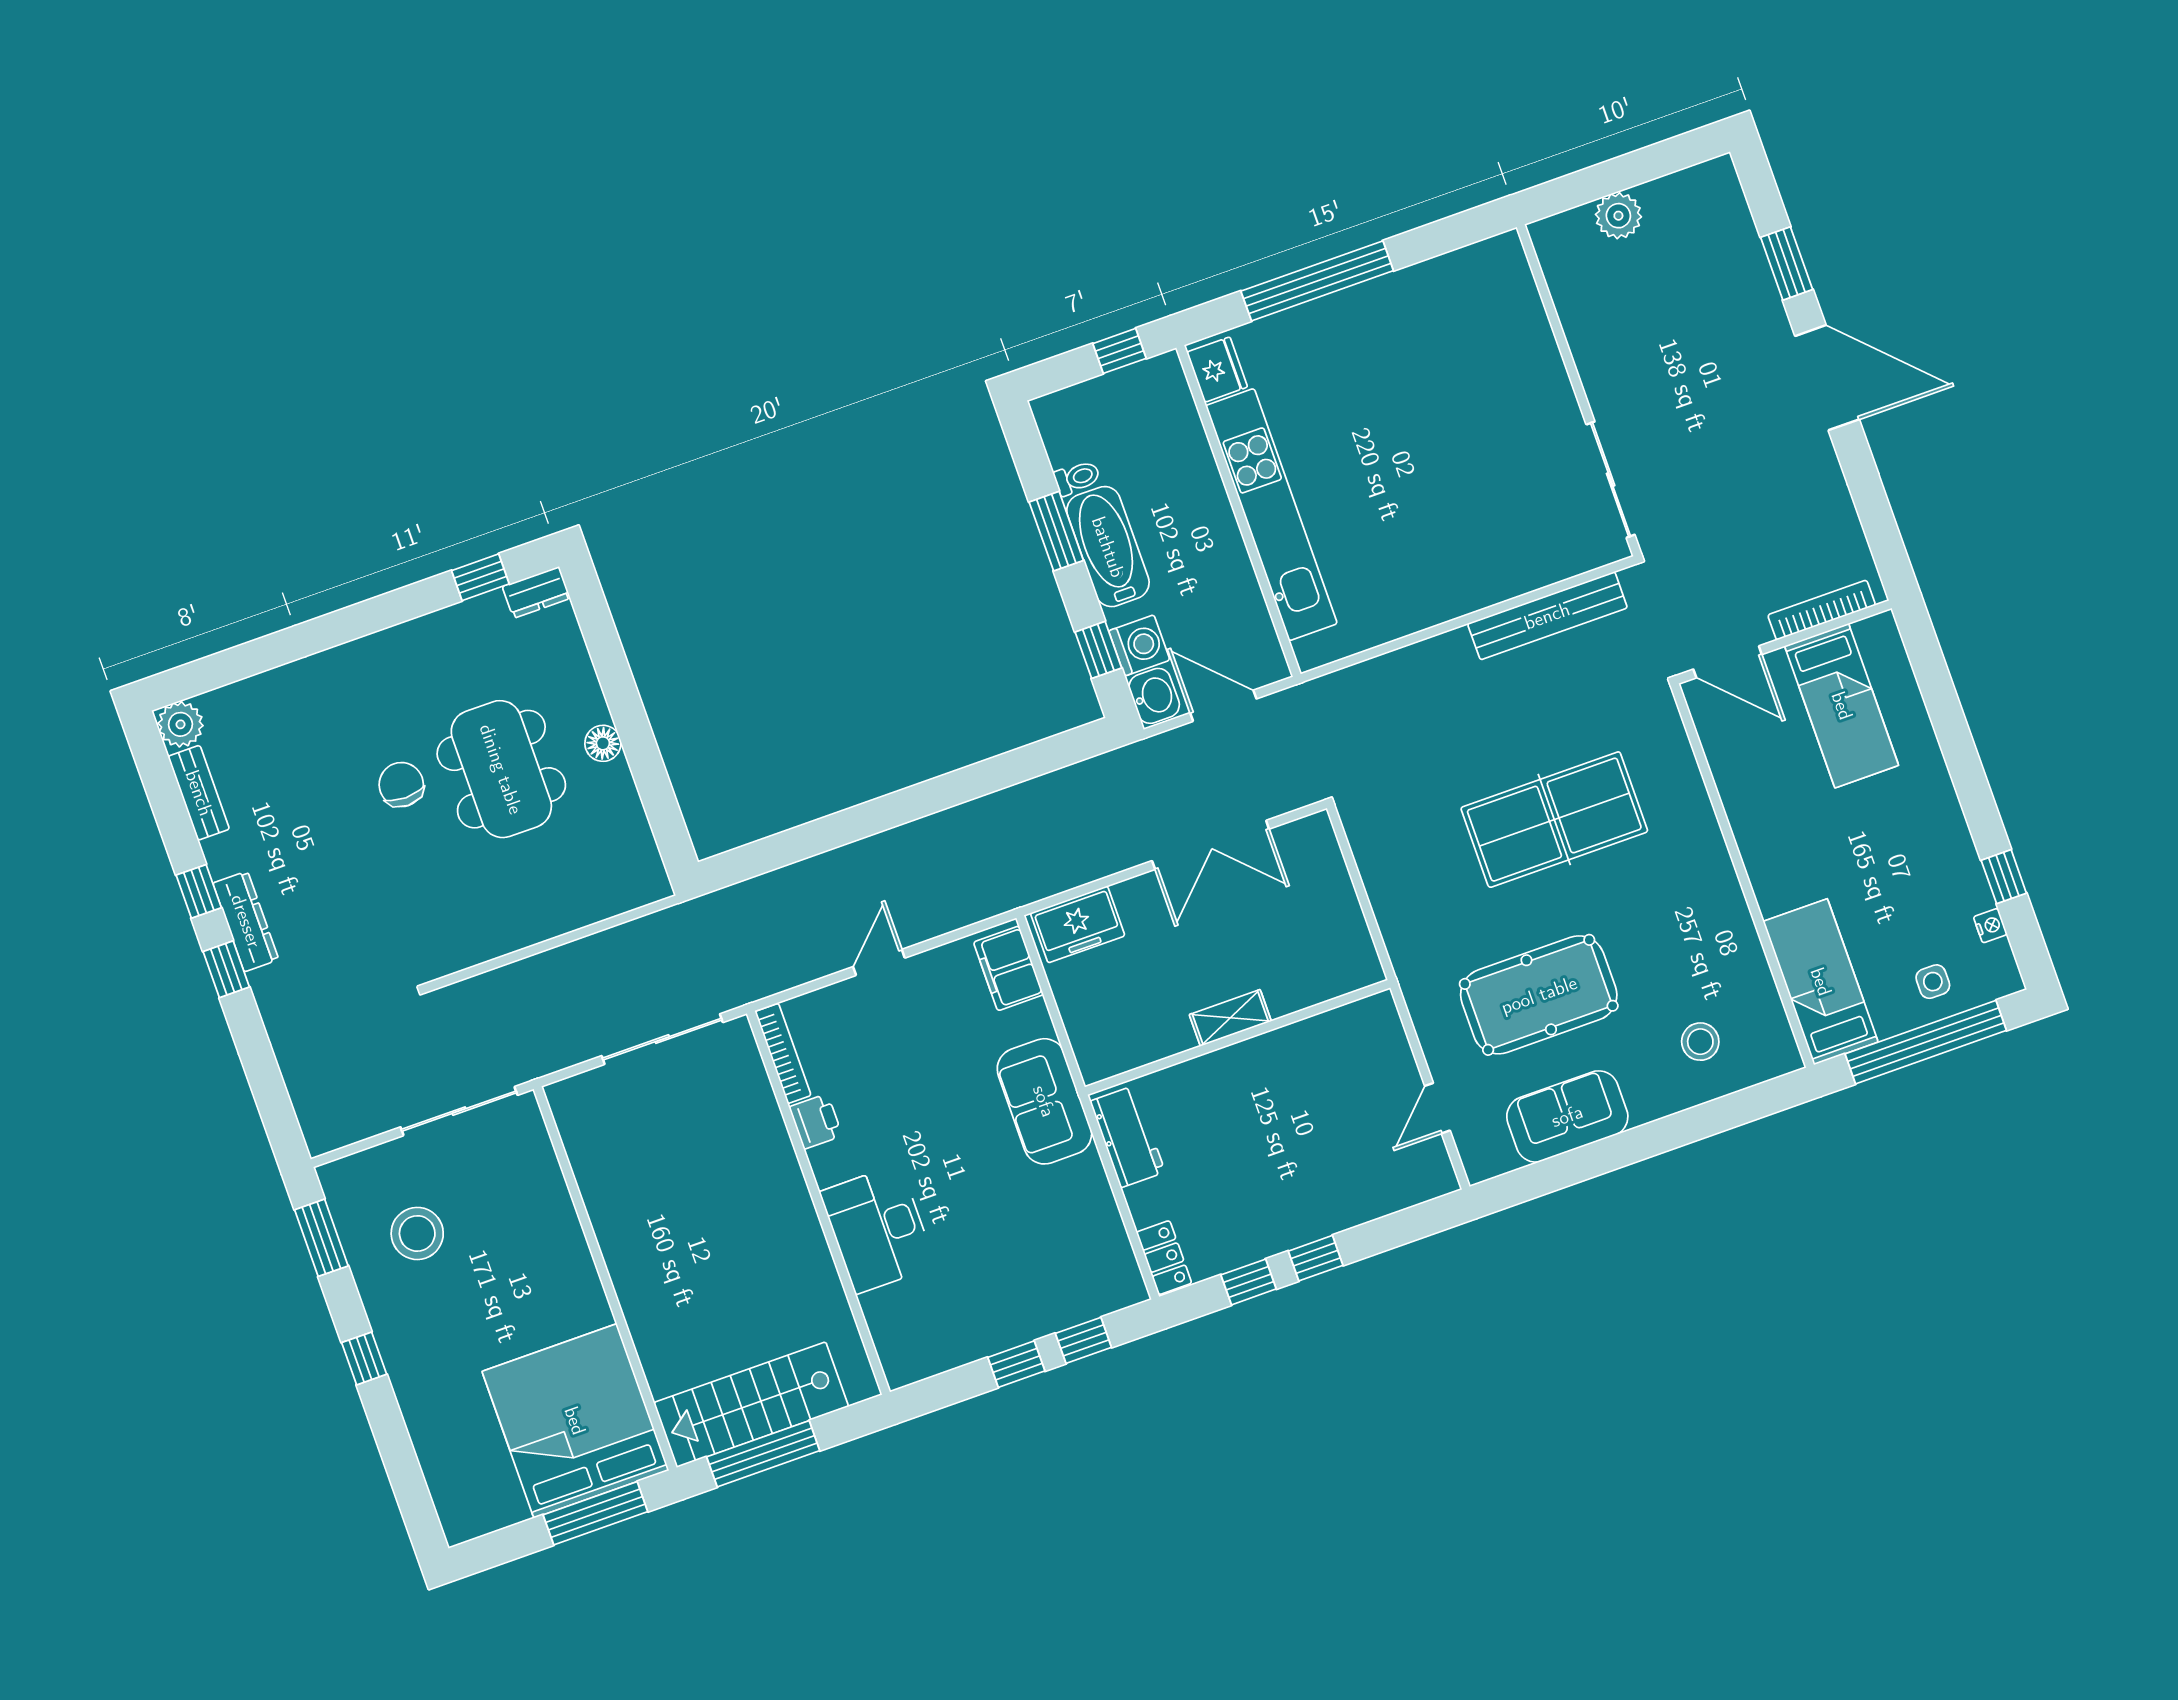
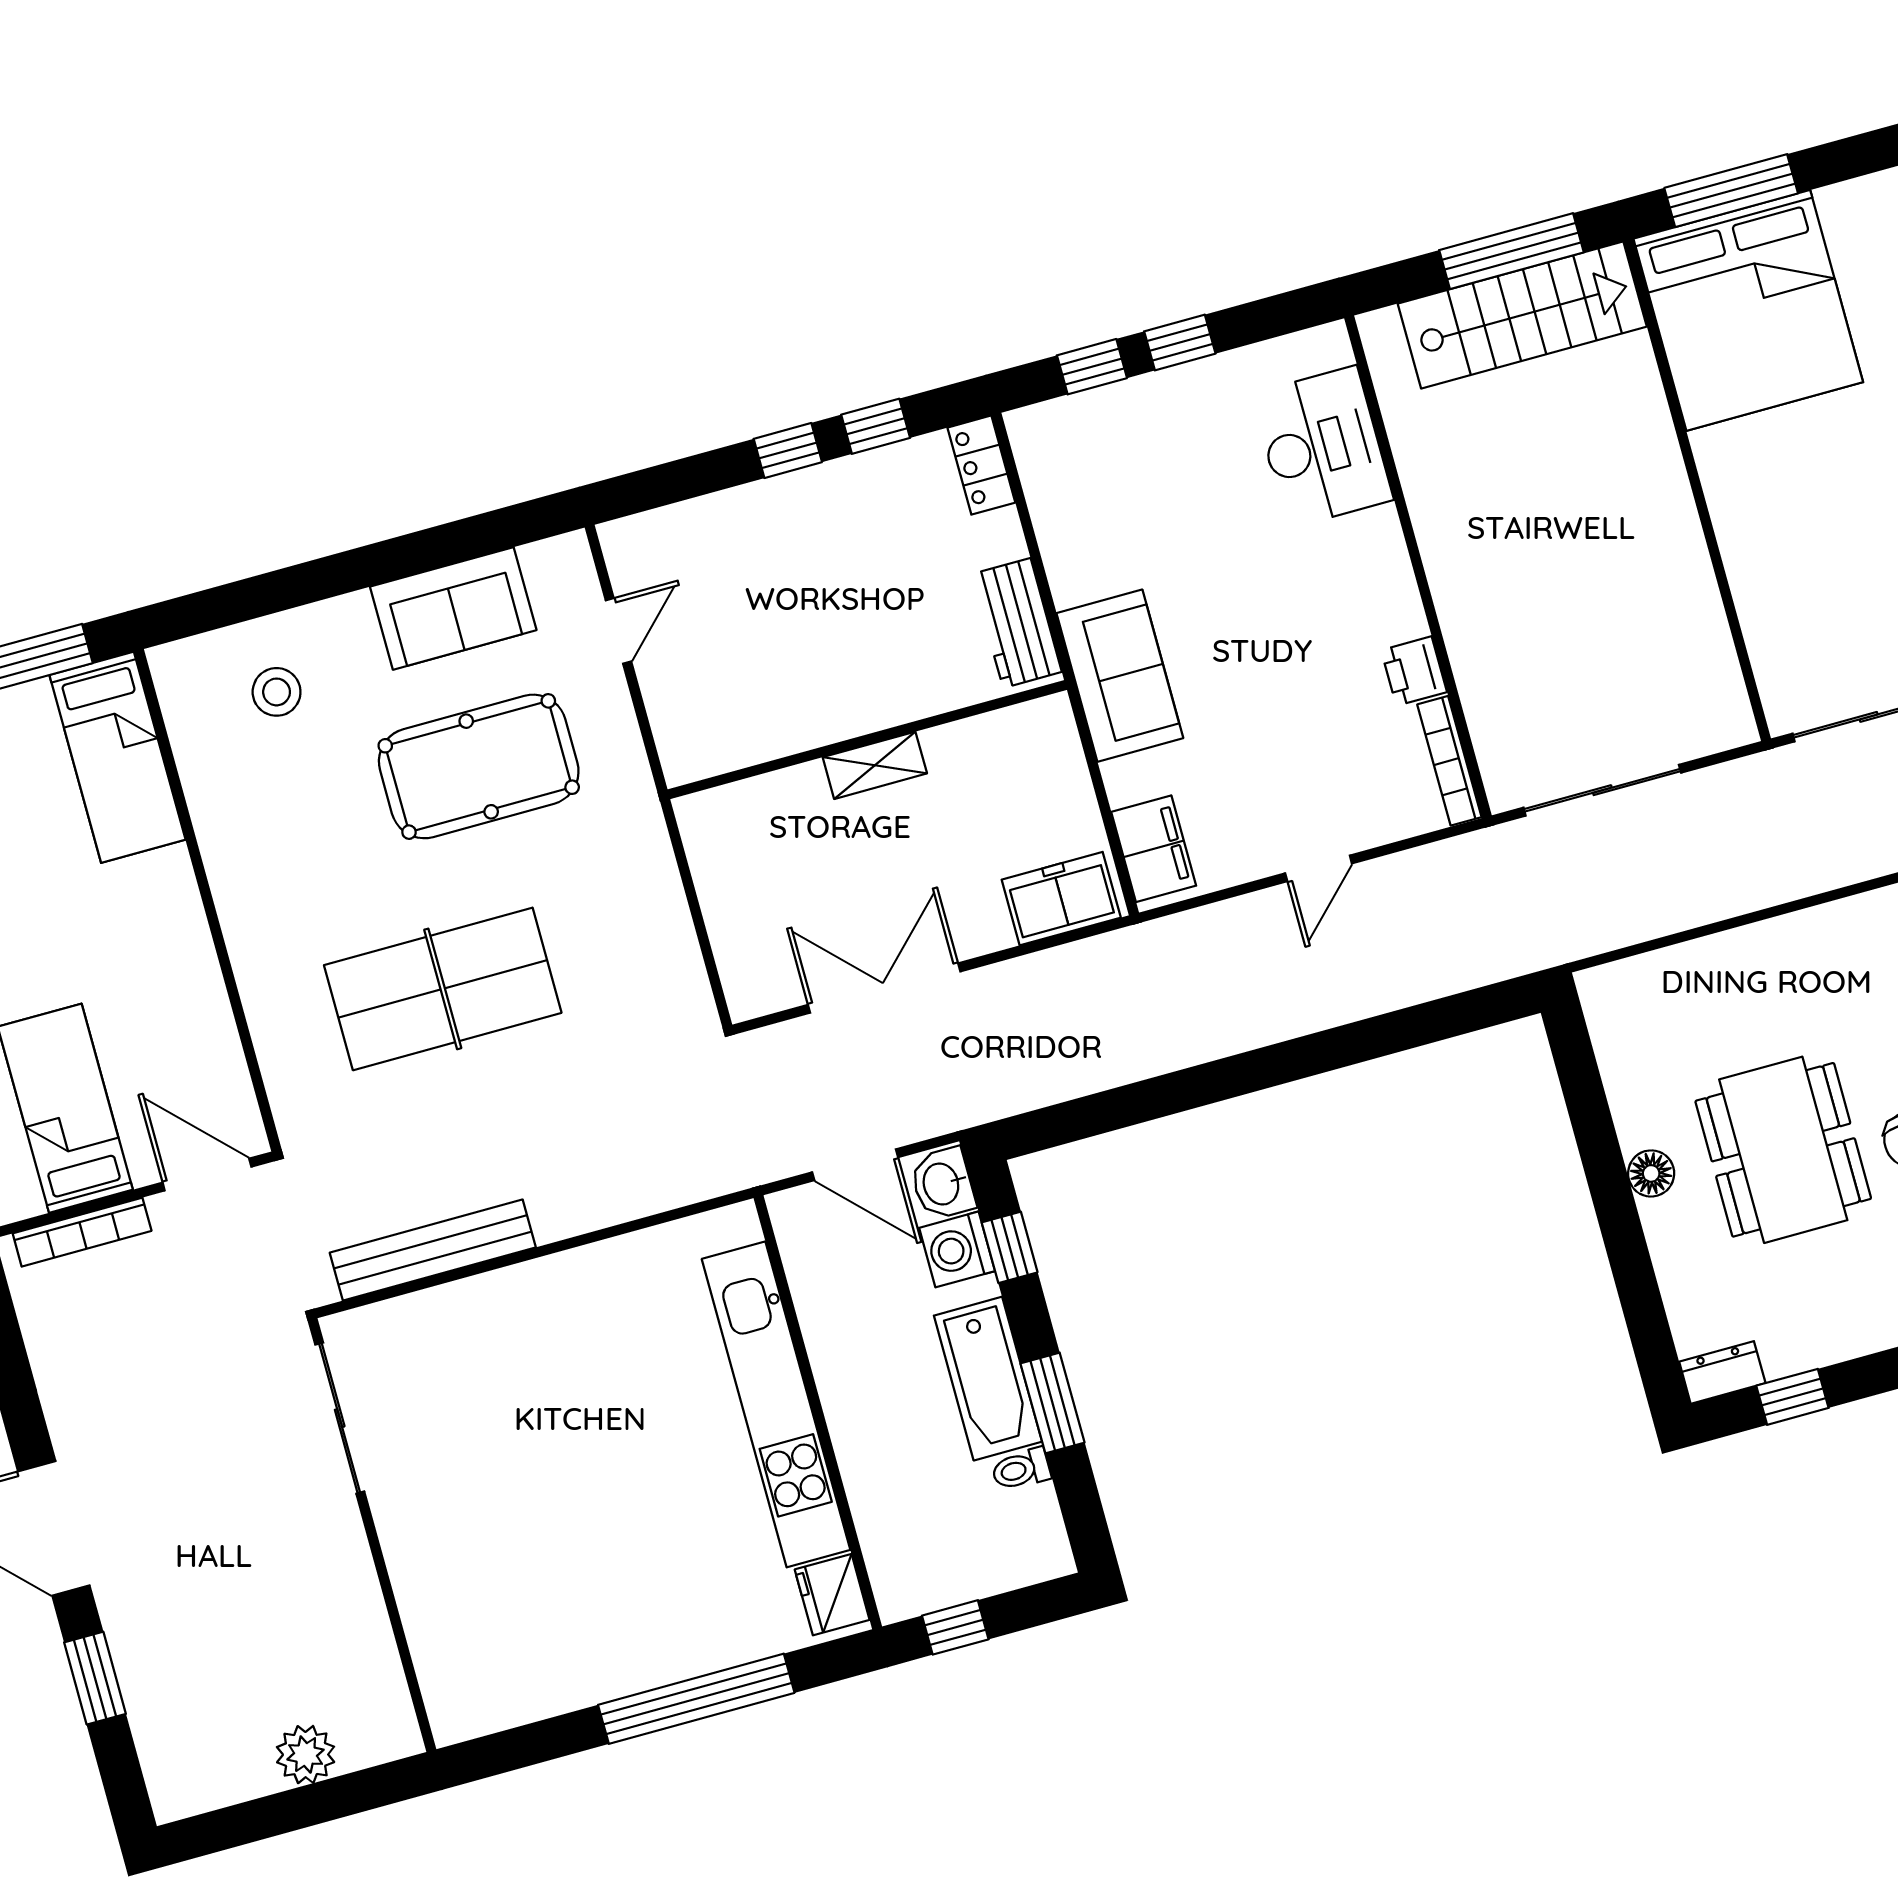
desk: (878, 1229) -> (1322, 447), moved

